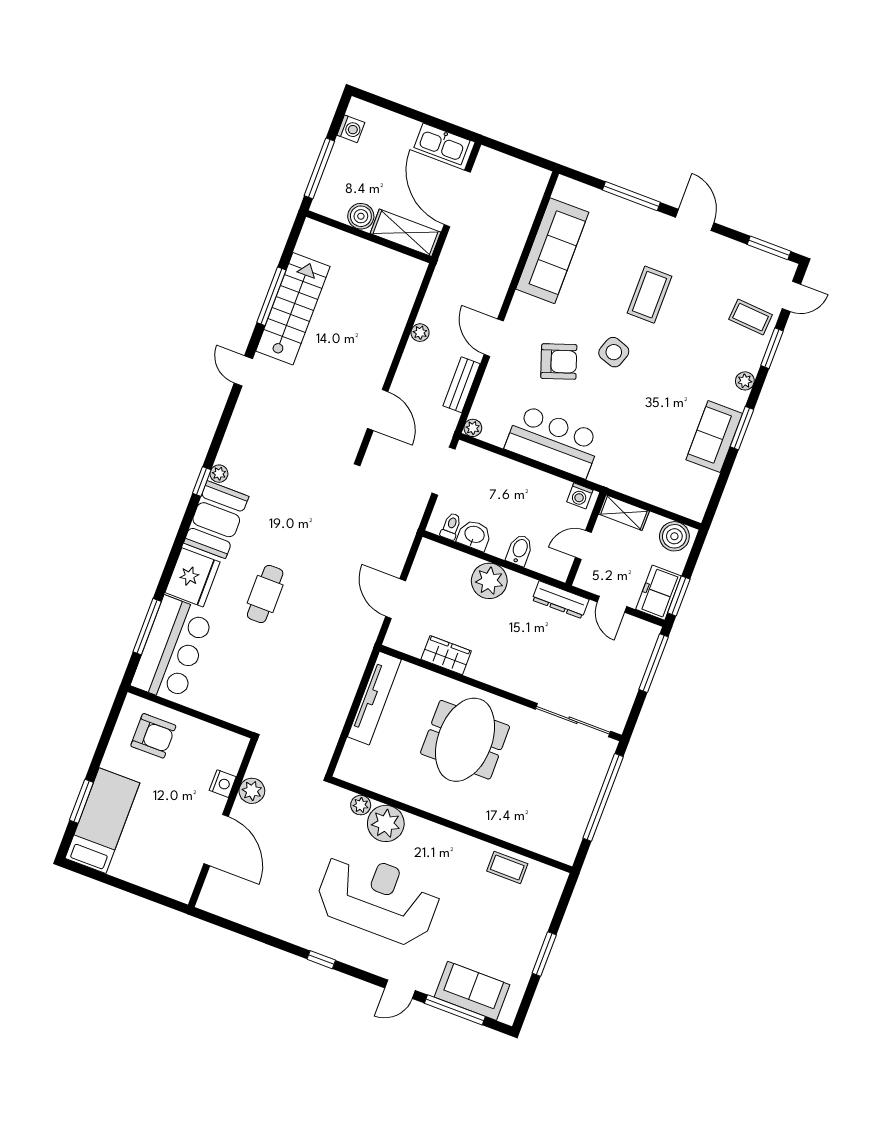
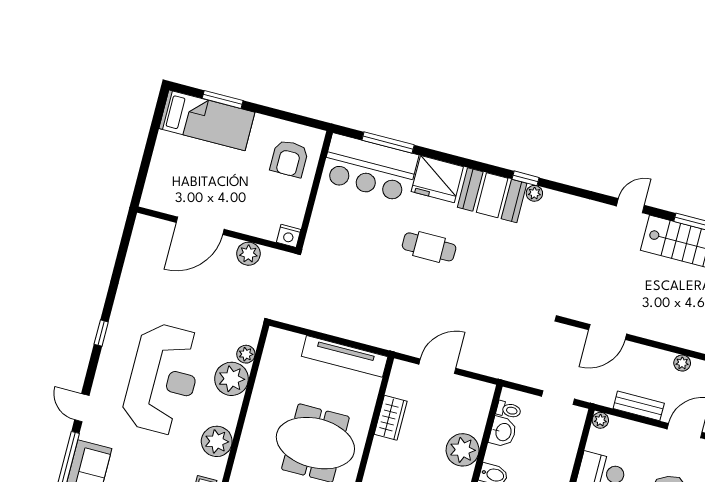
doorway: (443, 471) -> (558, 398), width x0.73
nightstand: (223, 784) -> (289, 236), moved
plant: (452, 847) -> (217, 441), added

